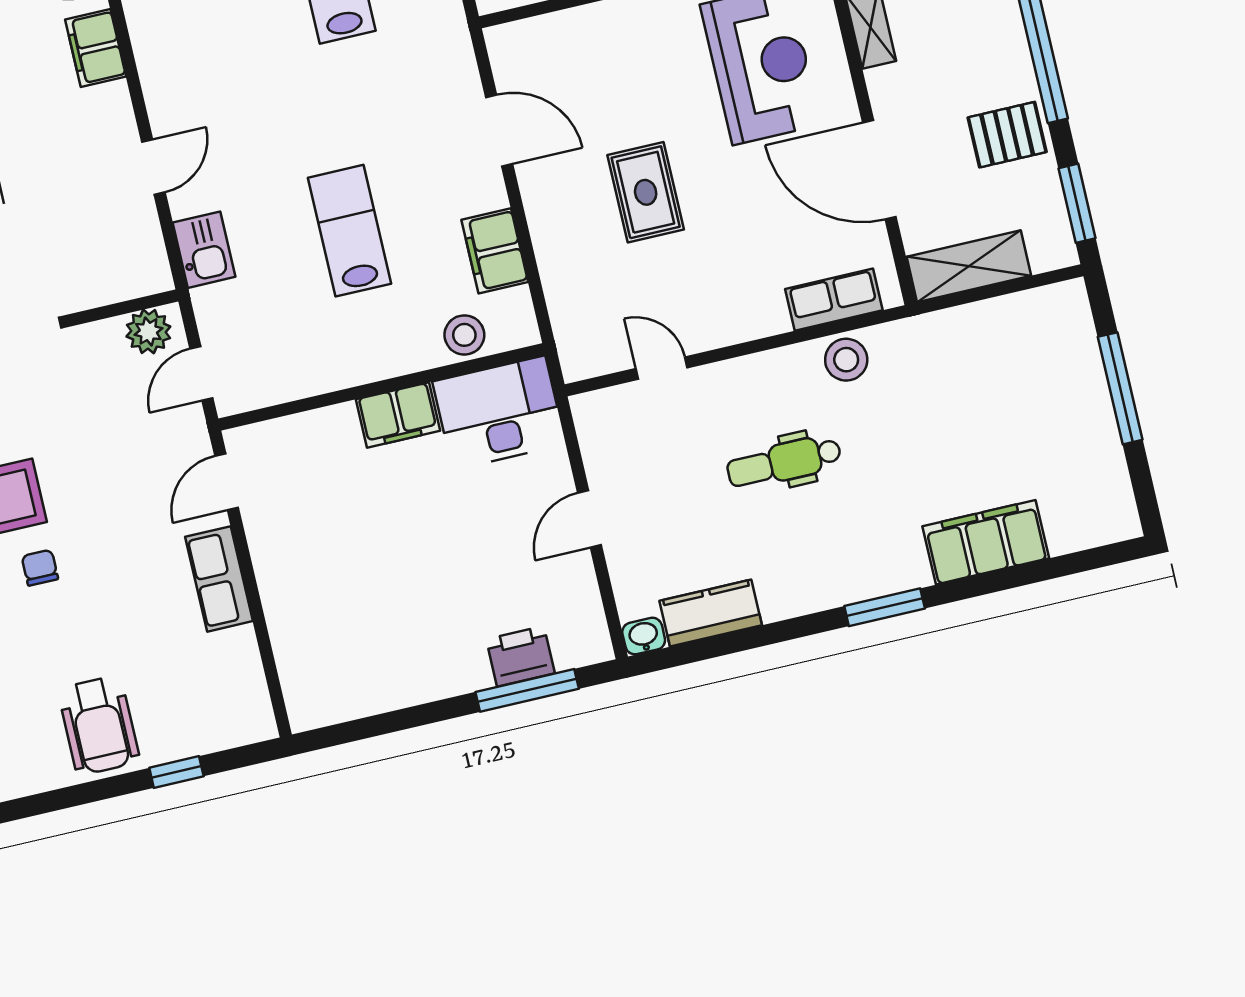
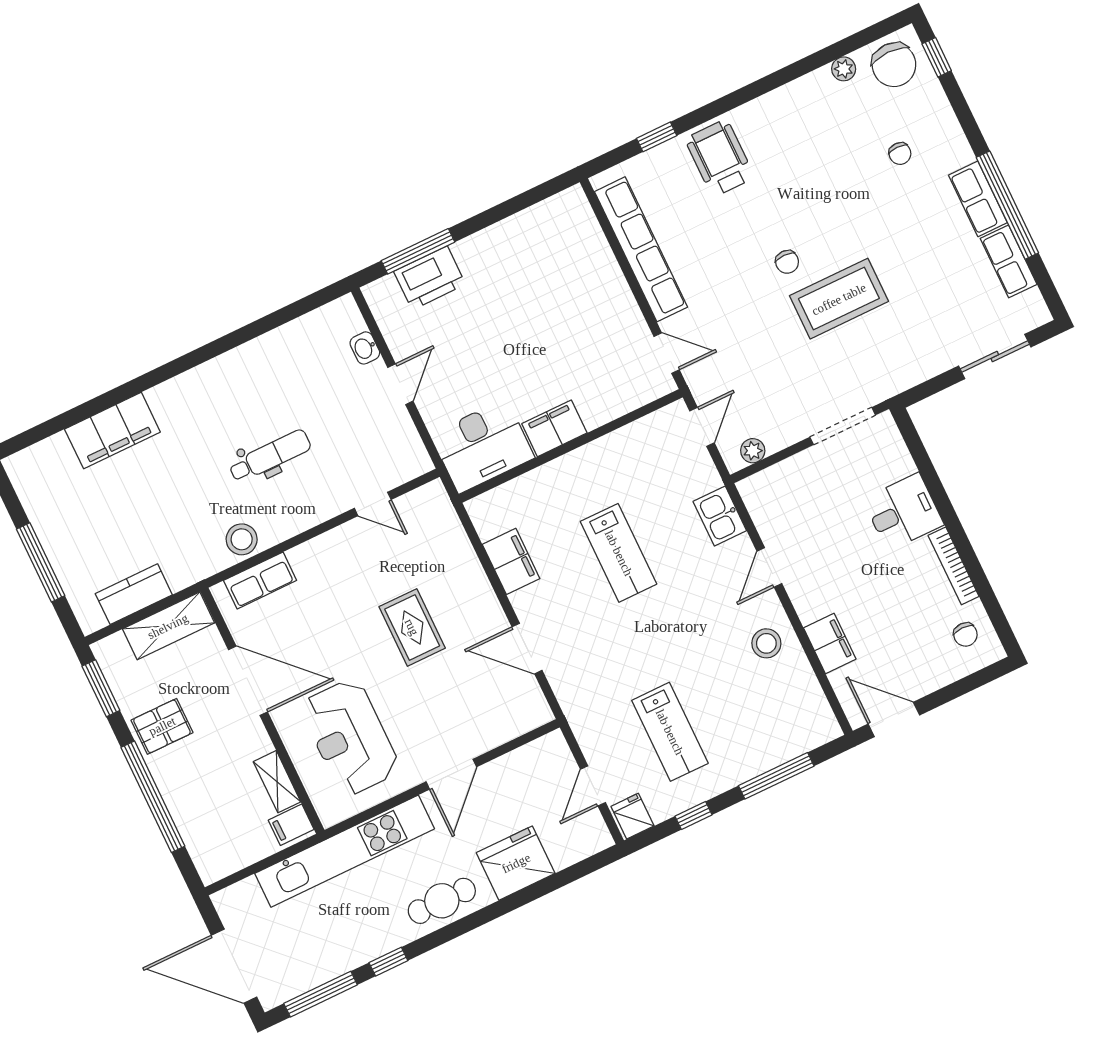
plant: (148, 331) -> (753, 451), width x0.73, depth x0.73
stool: (464, 335) -> (766, 643), moved
door: (227, 482) -> (667, 353), hinge flipped
row of seats: (219, 579) -> (641, 249), width x2.02
window: (885, 607) -> (175, 368), removed
kitchen counter: (711, 613) -> (134, 594), moved, turned 180
washbasin: (644, 636) -> (365, 348), moved, turned 90
printer: (520, 656) -> (430, 278), width x1.37, depth x1.19

